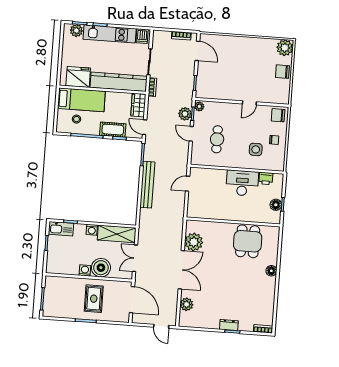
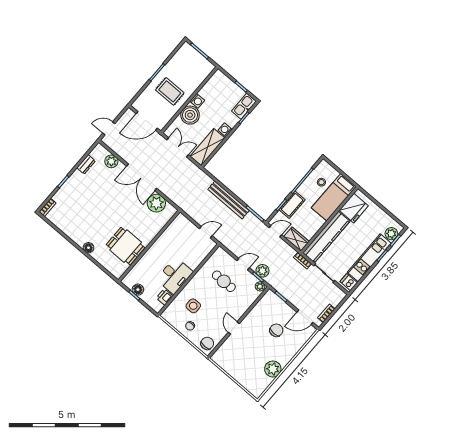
plant: (285, 48) -> (273, 369), moved
chair: (282, 72) -> (276, 330), moved
door: (188, 184) -> (206, 232), hinge flipped
dresser: (229, 325) -> (86, 164), moved

